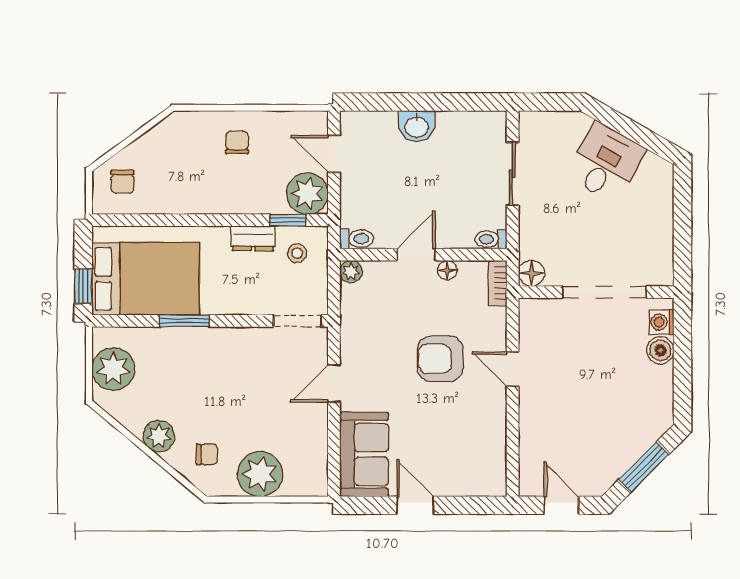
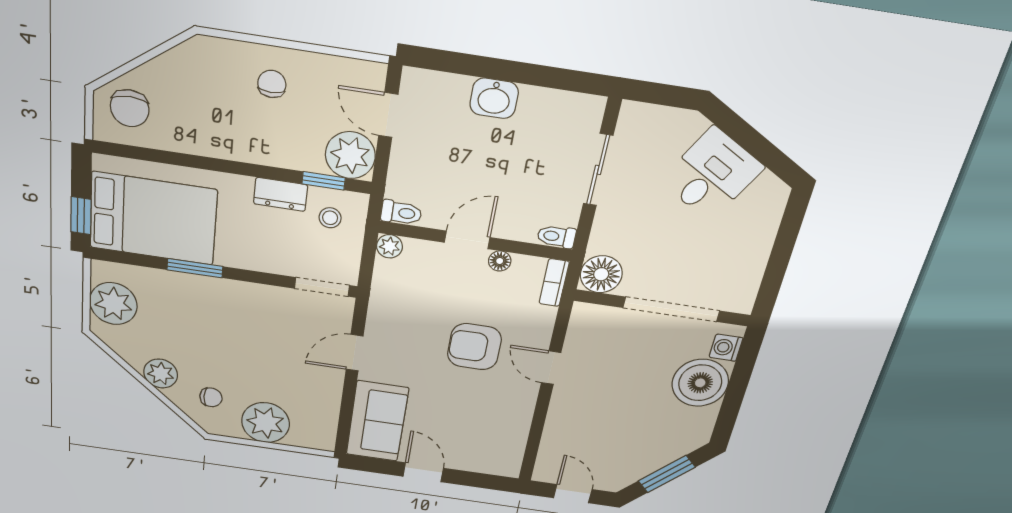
chair: (123, 182) -> (130, 108), width x1.37, depth x1.37
floor lamp: (531, 273) -> (601, 274), width x1.38, depth x1.38
boiler: (660, 350) -> (700, 383), width x1.86, depth x1.86

